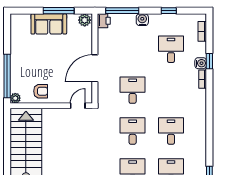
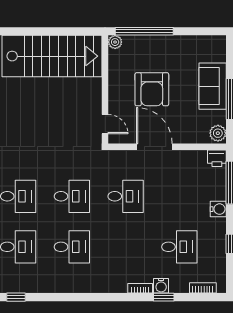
armchair: (41, 91) -> (152, 89), moved, width x1.88, depth x1.88

